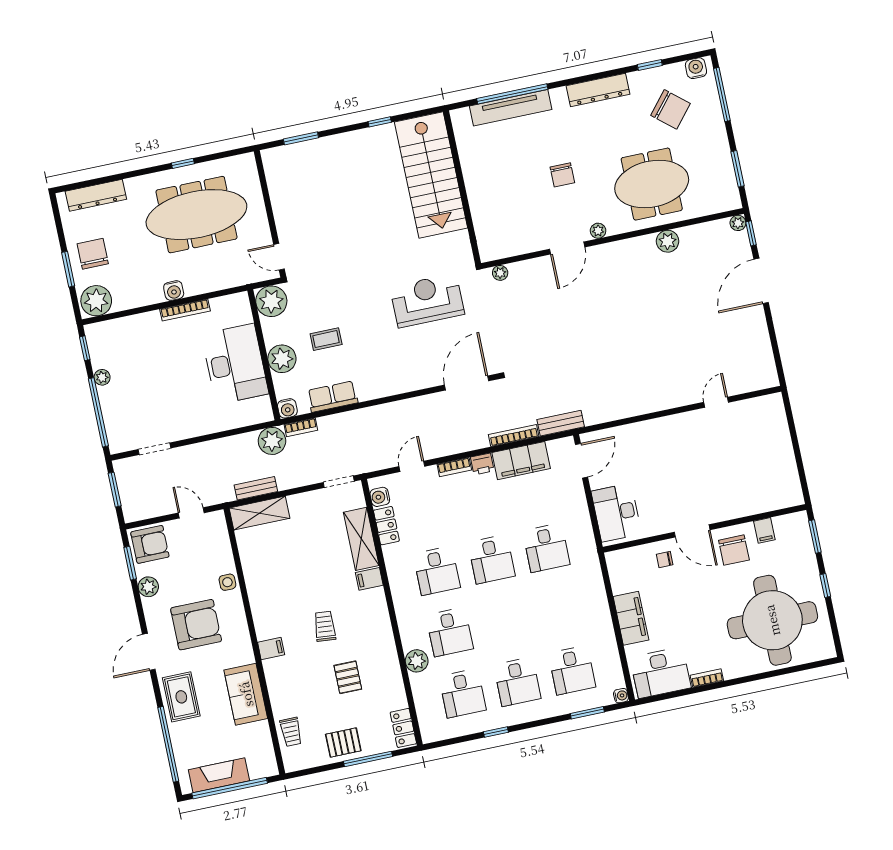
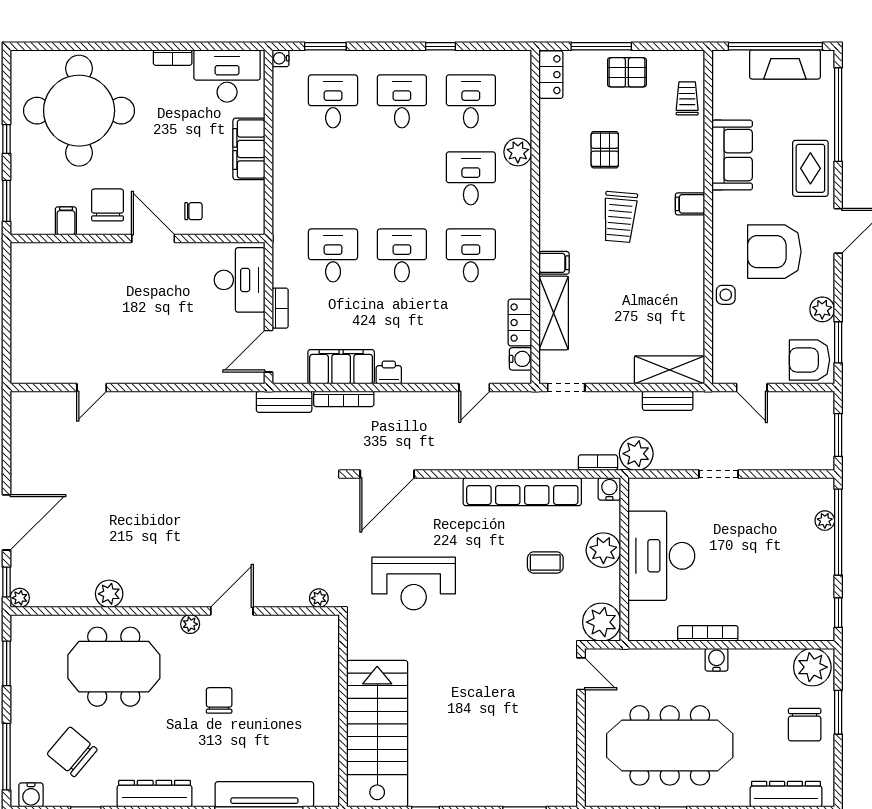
plant: (102, 377) -> (825, 521), moved
row of seats: (333, 397) -> (522, 492), width x2.02
doorway: (154, 449) -> (718, 474), moved
bookcase: (454, 467) -> (280, 308), moved, turned 90
trolley: (325, 626) -> (620, 217), width x1.36, depth x1.39

